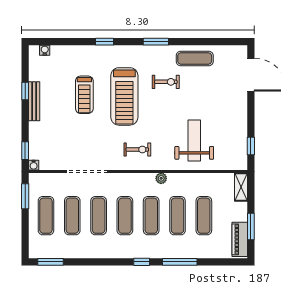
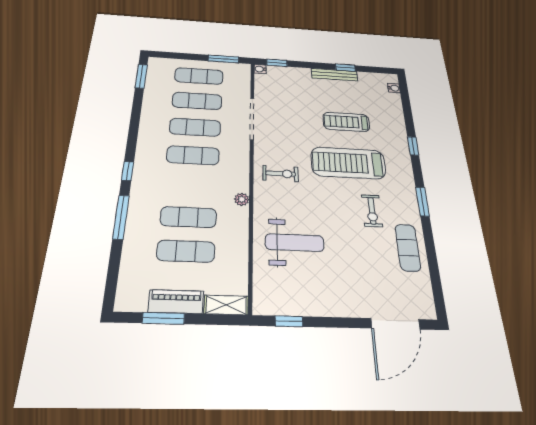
exercise bike: (137, 149) -> (281, 174), turned -90
exercise mat: (151, 216) -> (191, 185), removed
piano: (240, 239) -> (176, 302), moved

